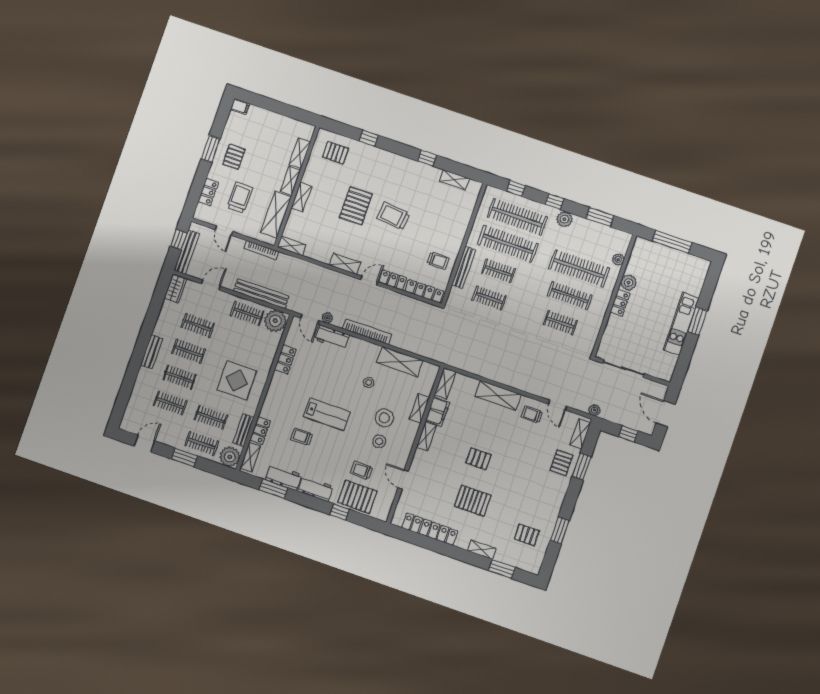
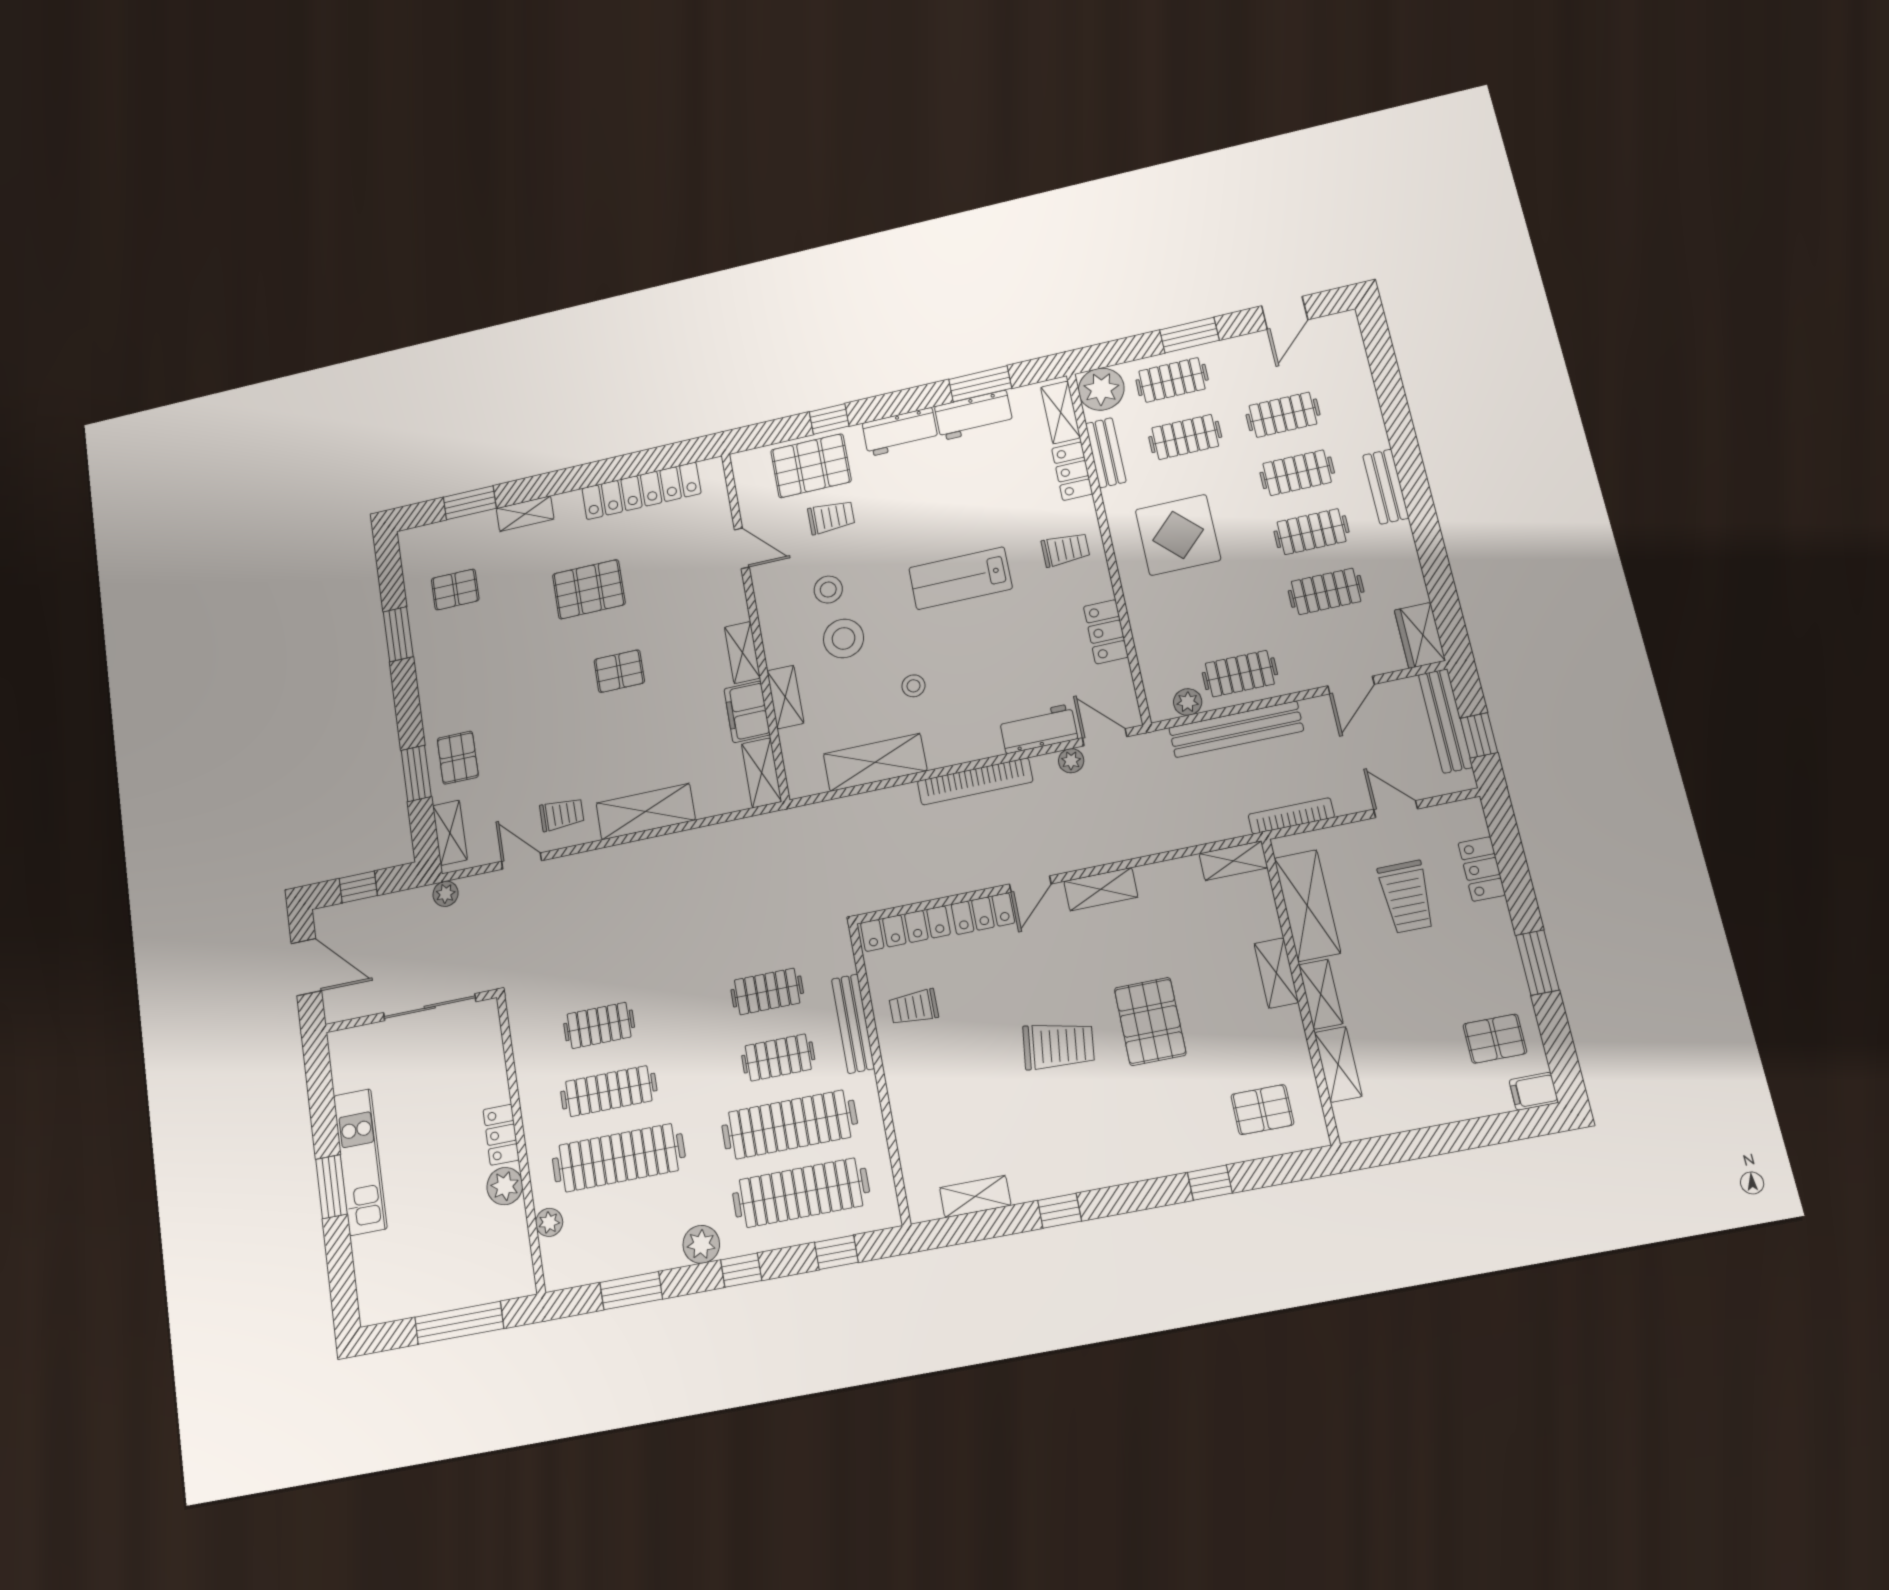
pallet: (234, 157) -> (1495, 1039), moved, turned 90
plant: (275, 321) -> (1188, 702), width x0.53, depth x0.53
trolley: (302, 437) -> (1065, 550), moved

